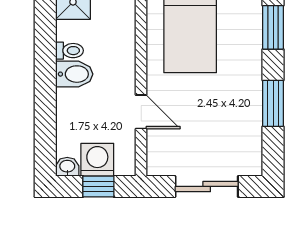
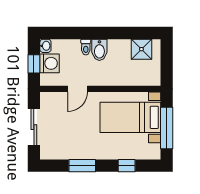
window: (273, 27) -> (127, 166), width x0.67
toilet: (69, 51) -> (86, 47), moved

